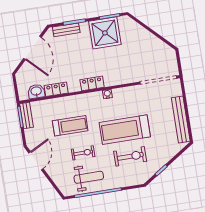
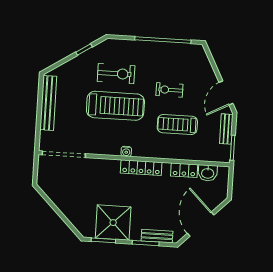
locker: (92, 83) -> (141, 168), width x1.53
bench: (27, 115) -> (226, 129), moved
exercise bike: (130, 156) -> (116, 74), turned 180
weight bench: (89, 177) -> (169, 60), removed

